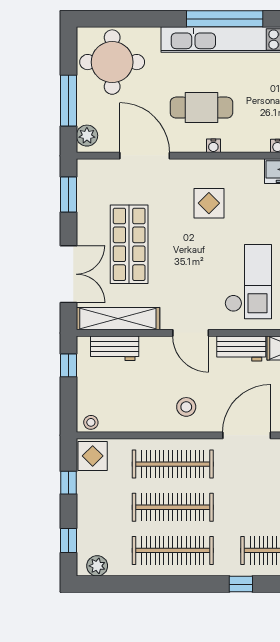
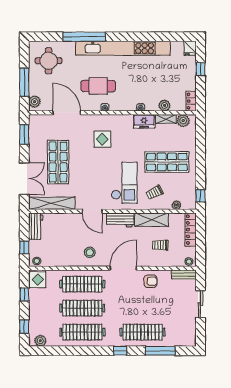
window: (225, 19) -> (84, 37), moved
round table: (112, 62) -> (49, 61), width x0.73, depth x0.73
workbench: (115, 348) -> (36, 226), moved, turned -90
window: (68, 365) -> (24, 247), moved

